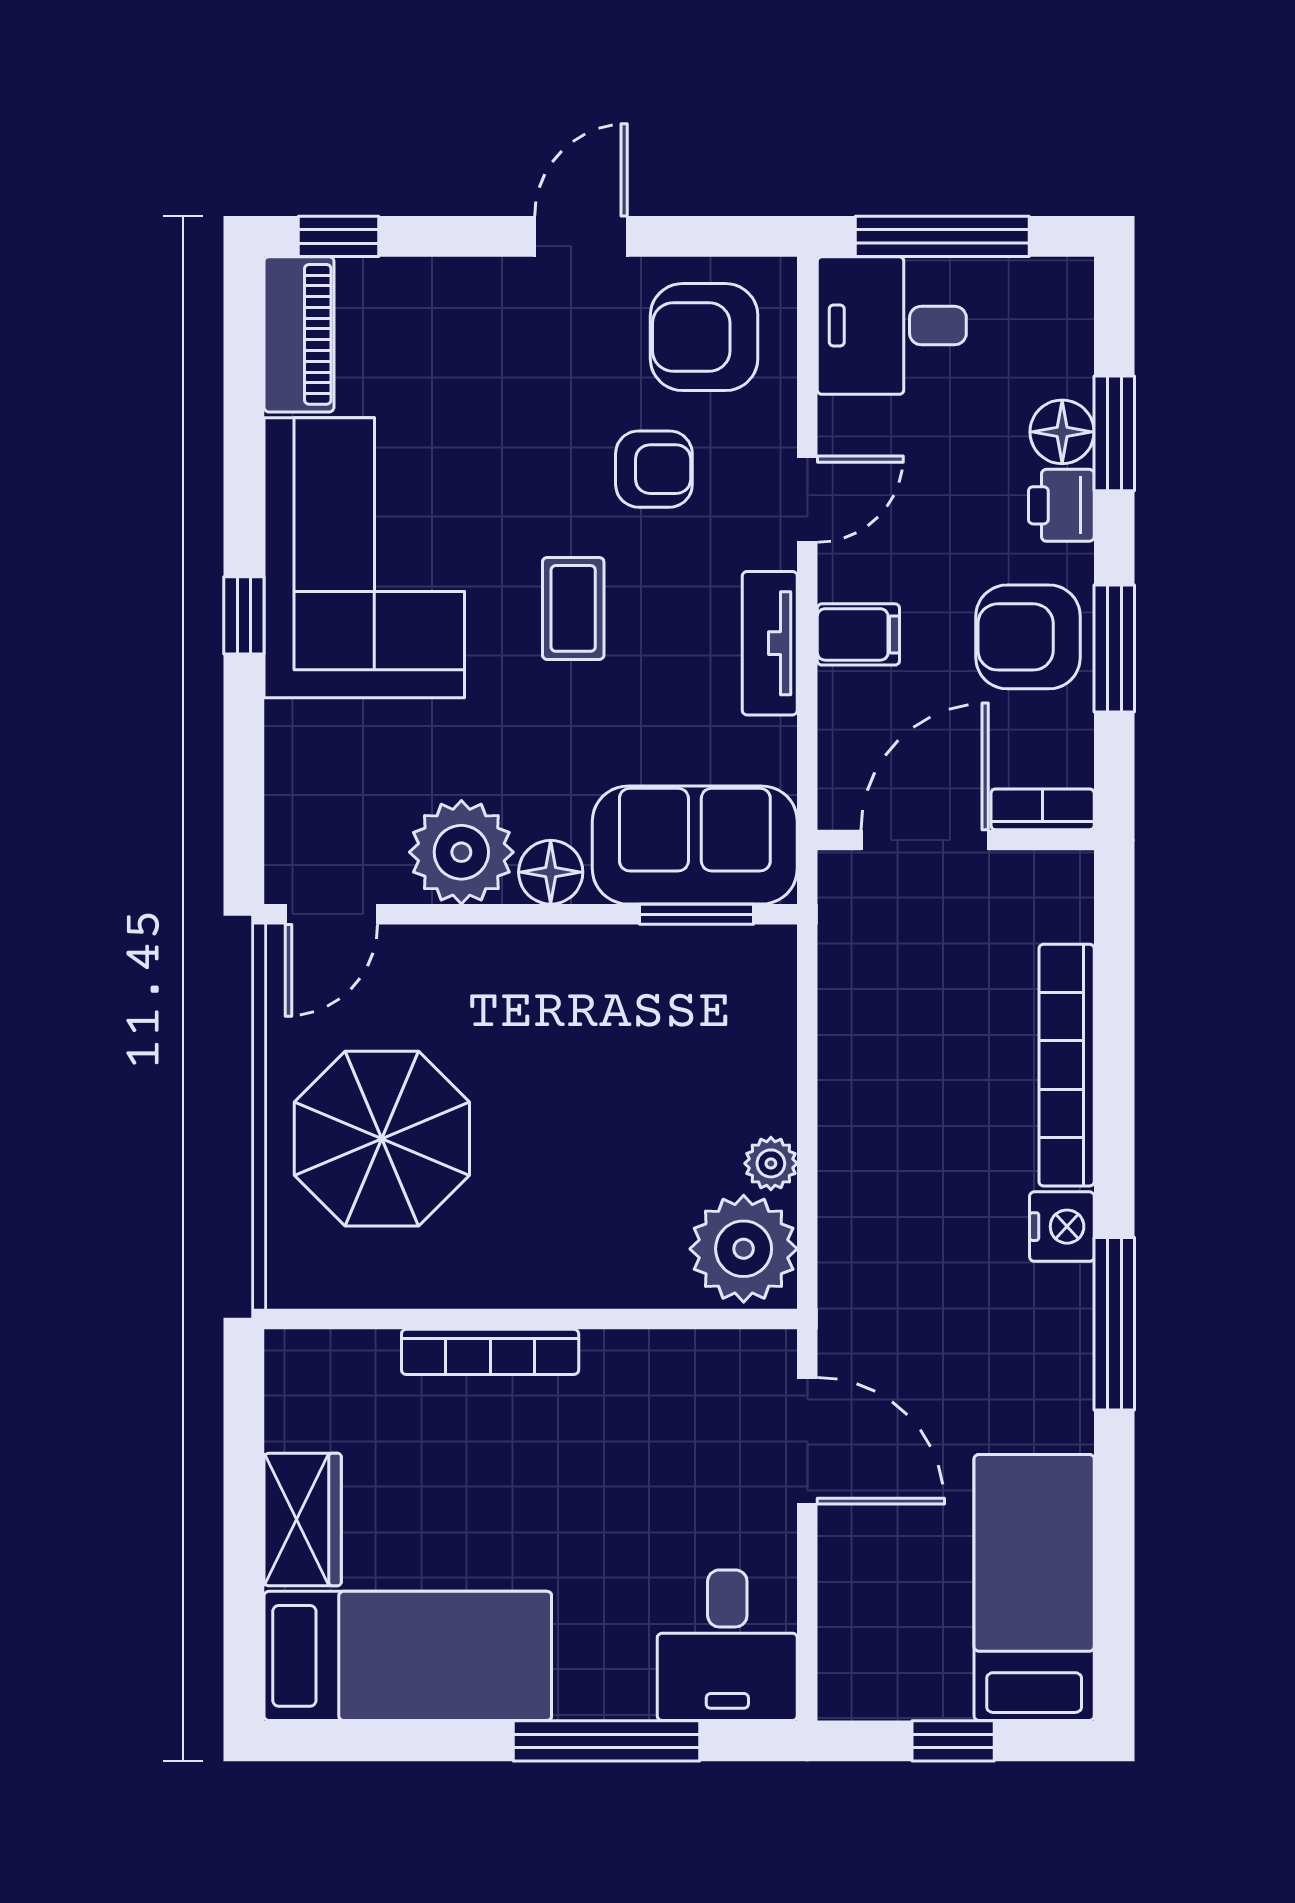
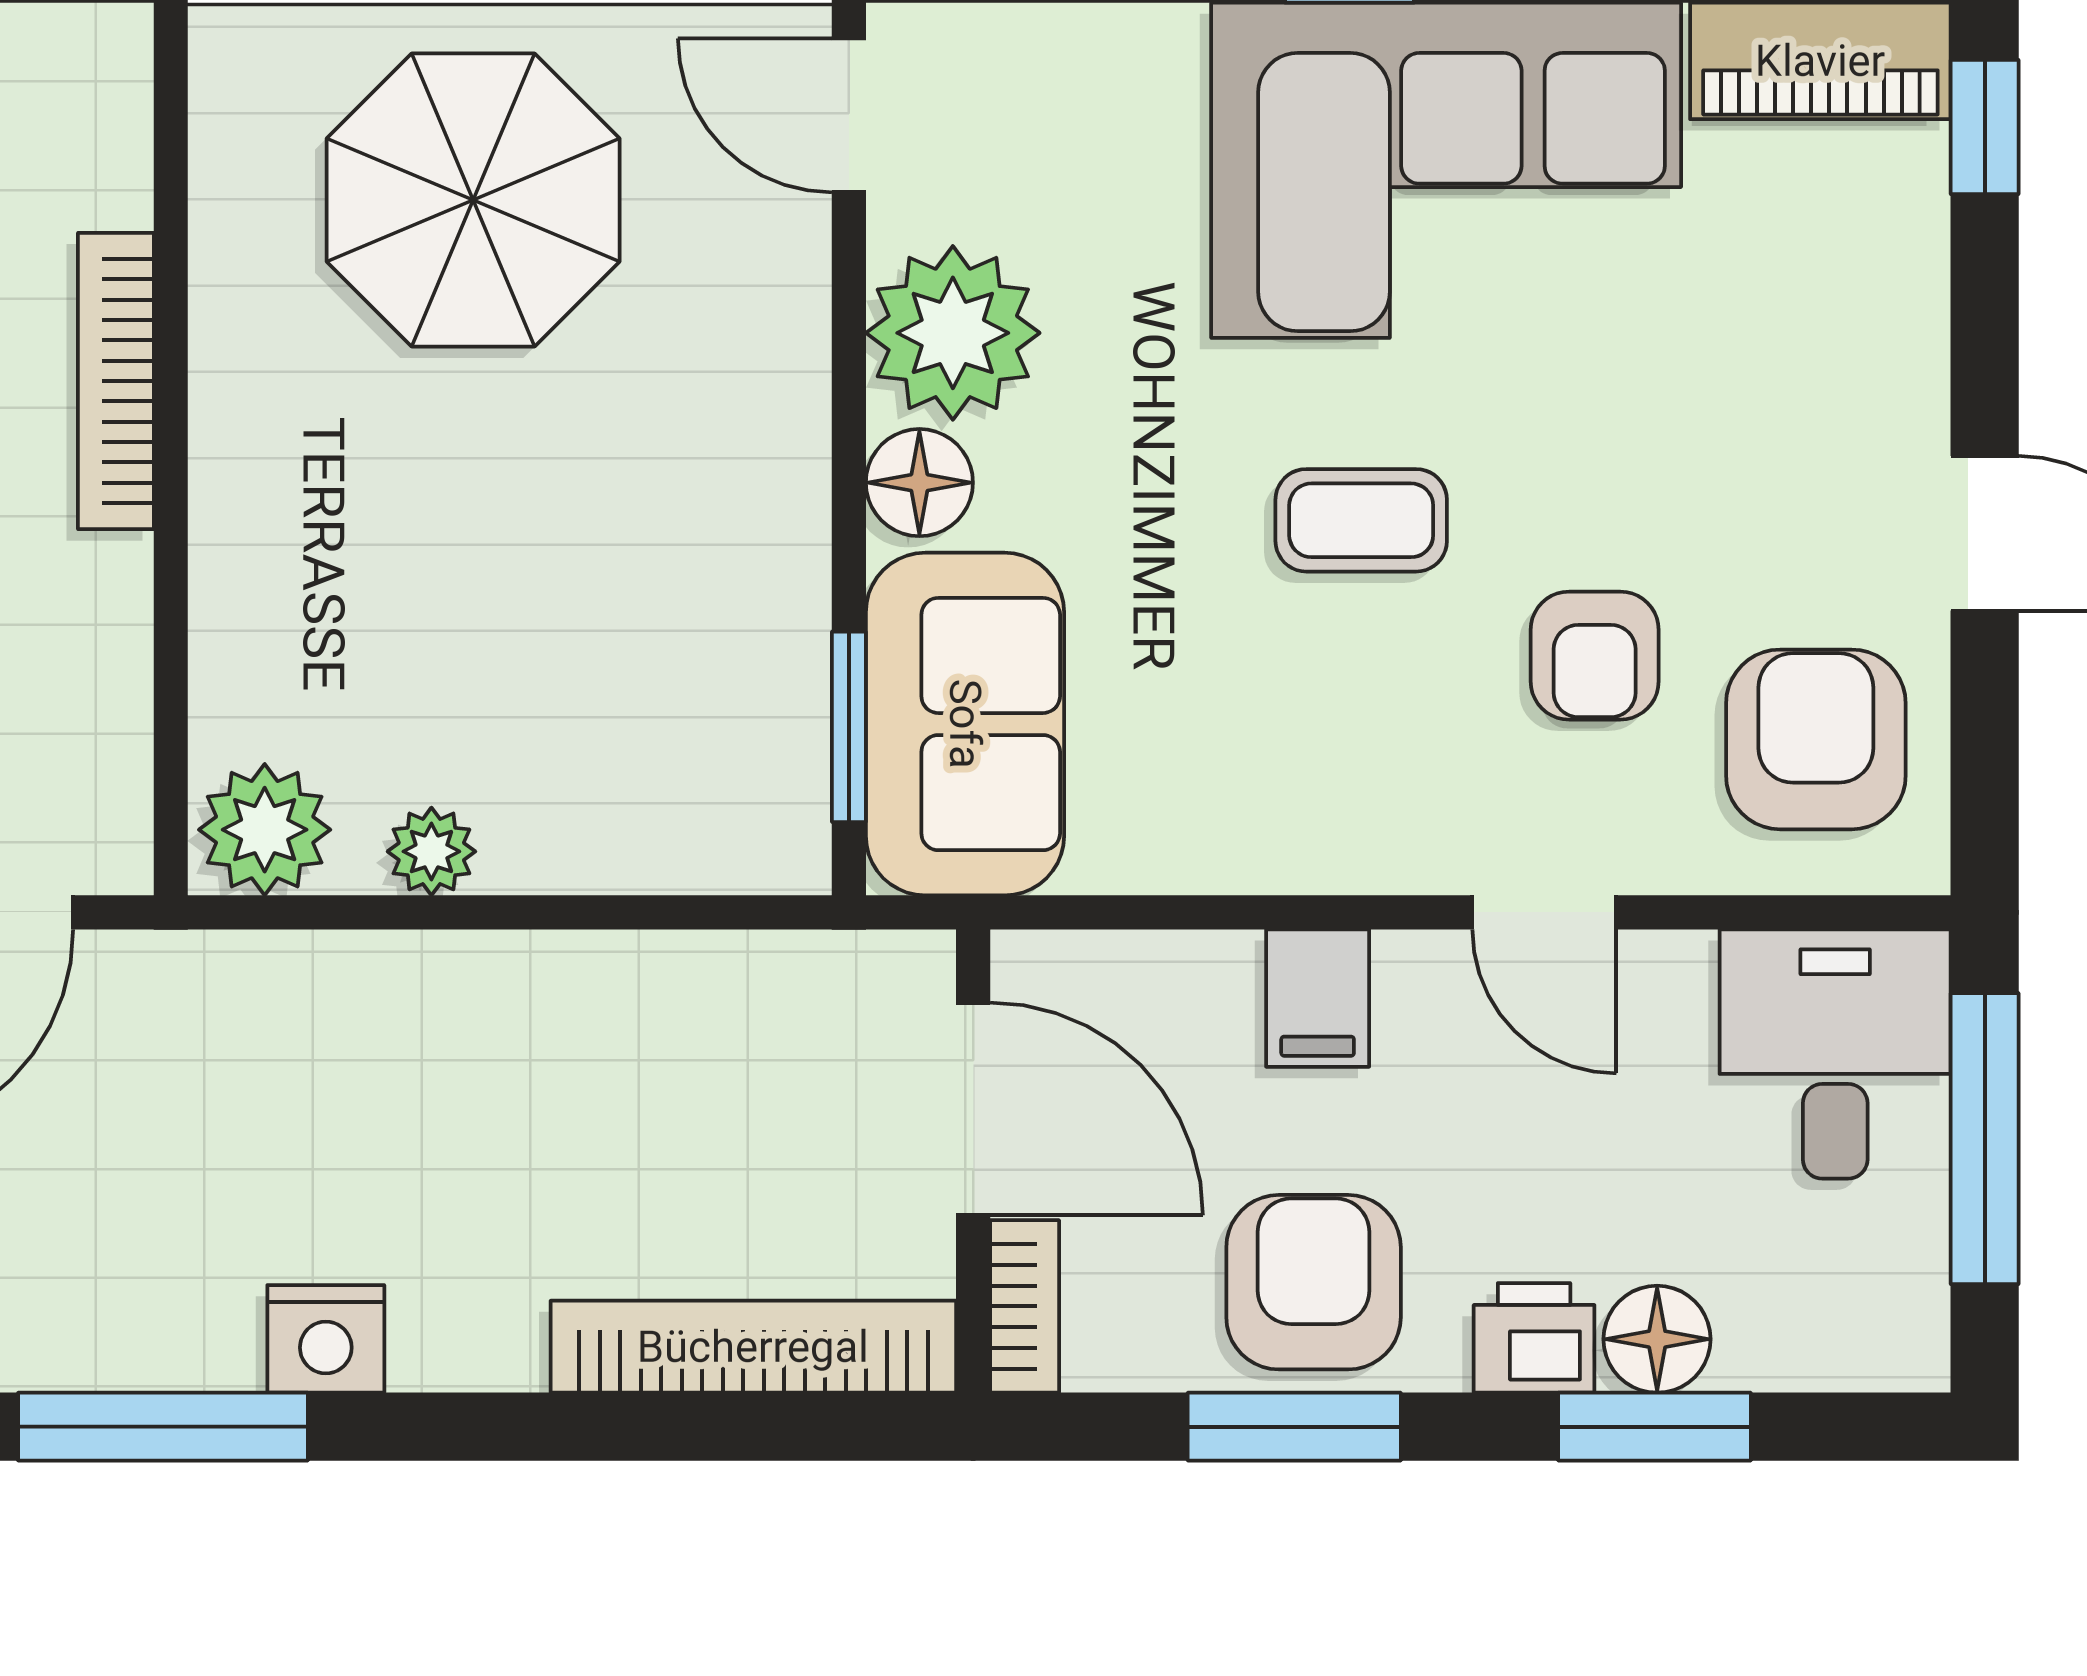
tv unit: (770, 643) -> (1303, 850), removed
bookcase: (1067, 1065) -> (753, 1347), moved
plant: (744, 1249) -> (265, 830), width x0.73, depth x0.73

